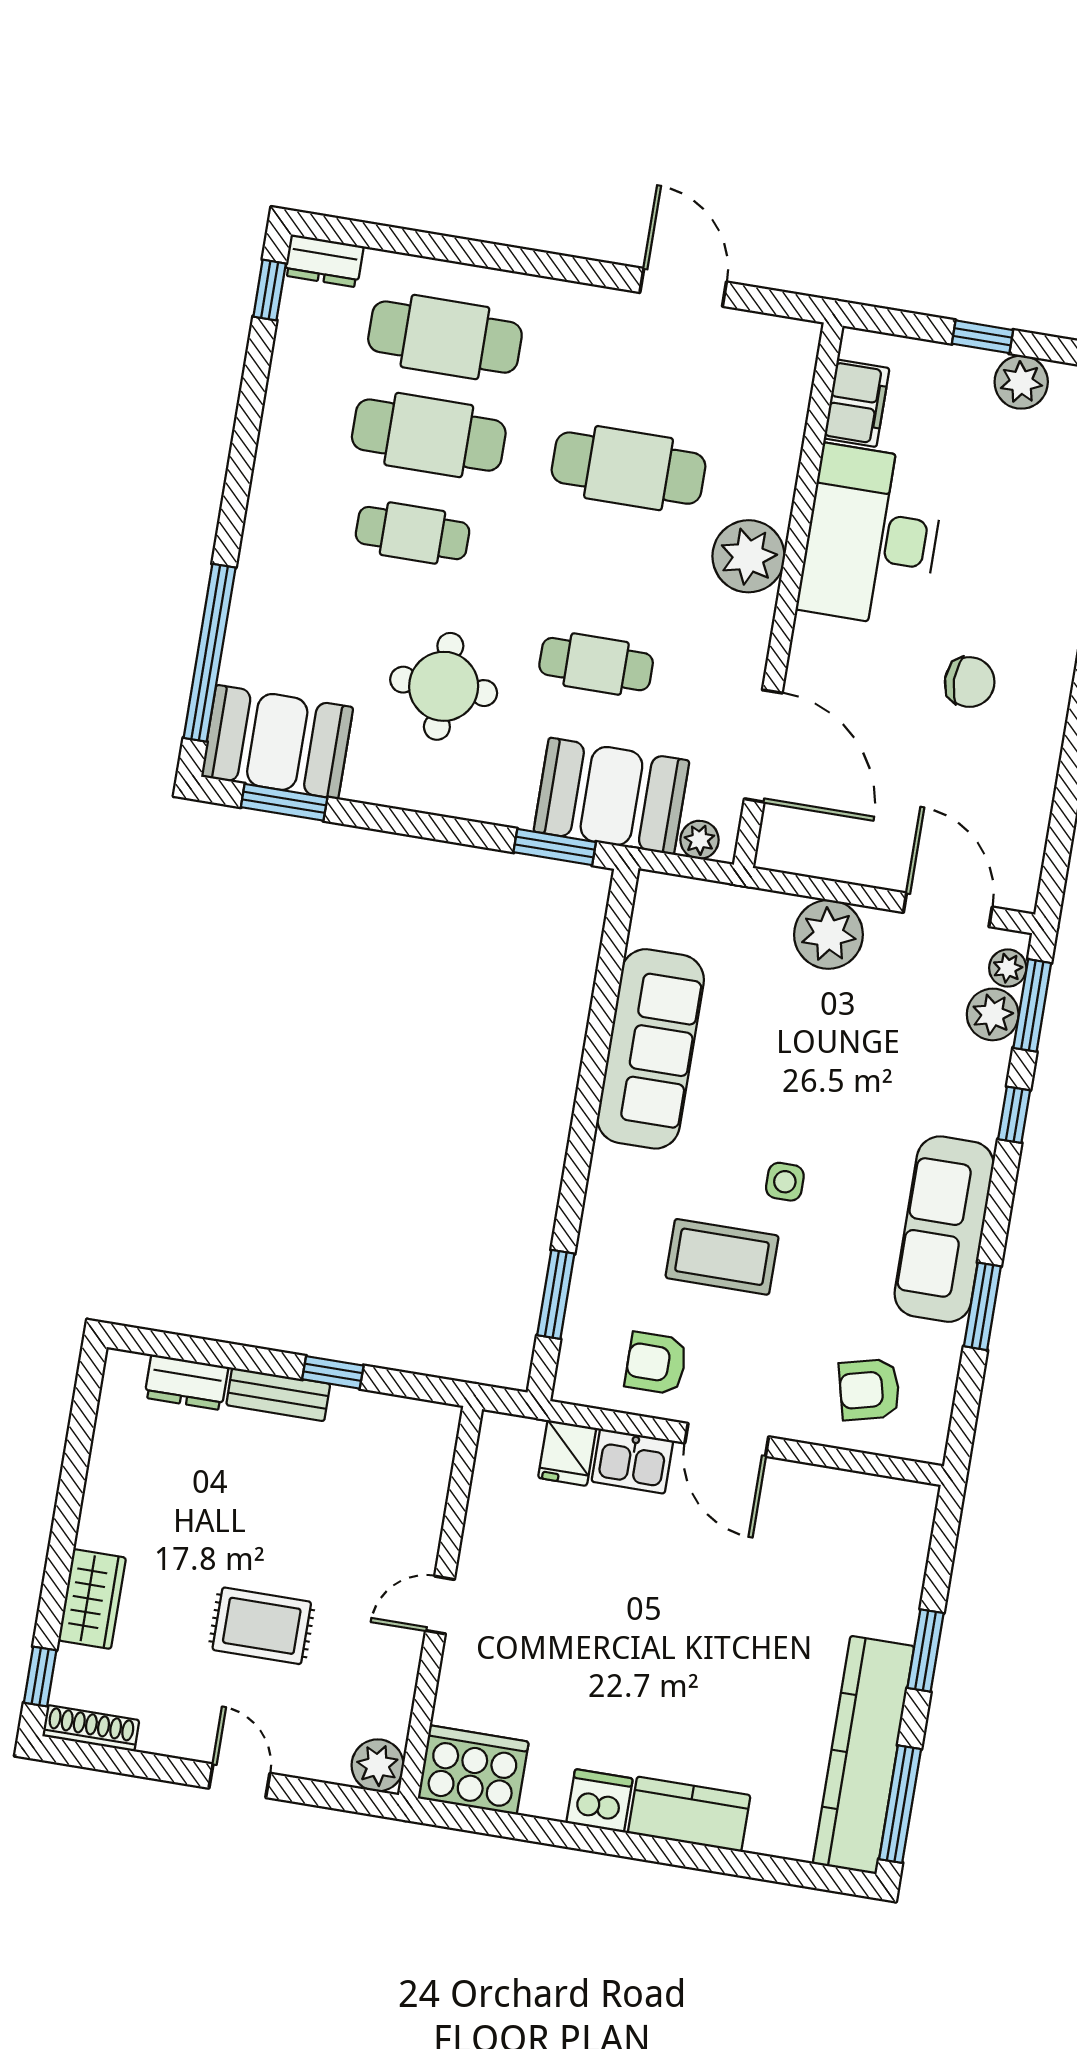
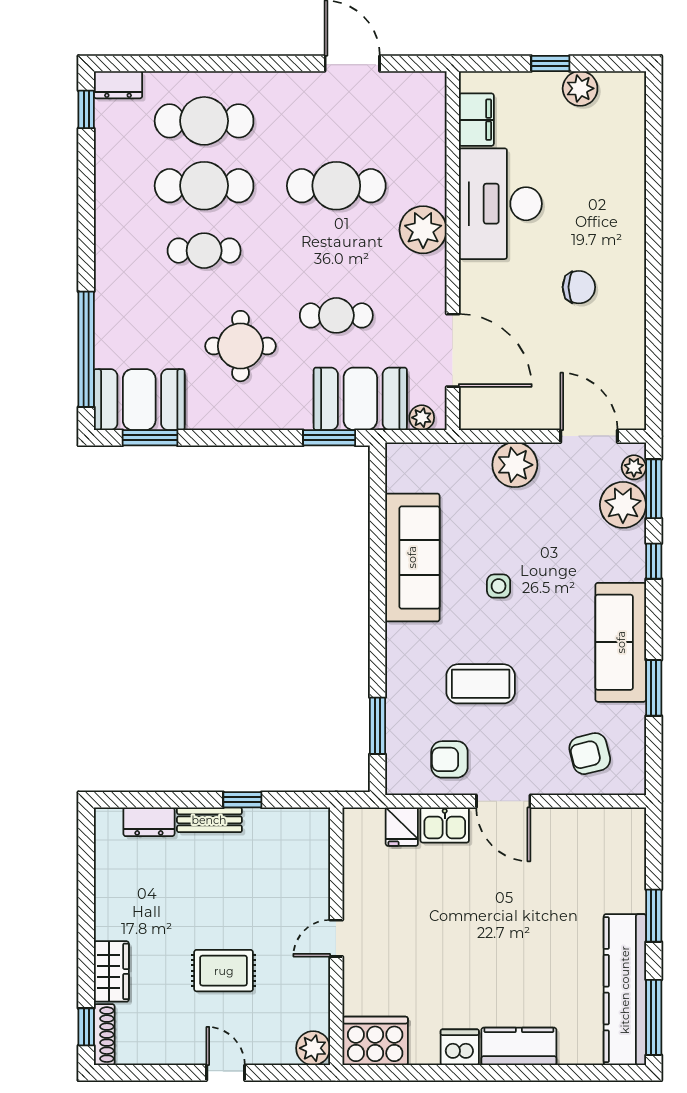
plant: (993, 1014) -> (623, 505), width x1.36, depth x1.36
side table: (785, 1182) -> (499, 586), moved
shoe rack: (91, 1728) -> (104, 1035), moved, turned 90

